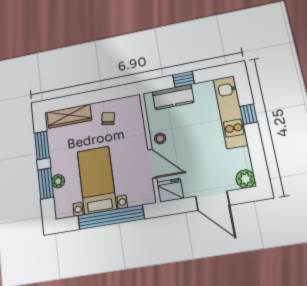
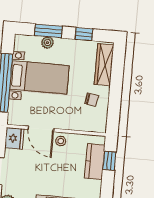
window: (184, 79) -> (109, 161), moved
window: (42, 145) -> (84, 34), width x0.67
door: (152, 164) -> (41, 129), hinge flipped

